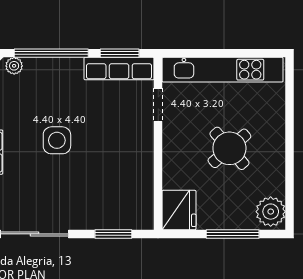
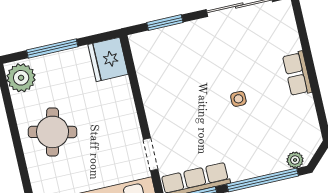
side table: (57, 140) -> (238, 99), width x0.54, depth x0.54
round table: (229, 148) -> (53, 132), moved, turned -36

